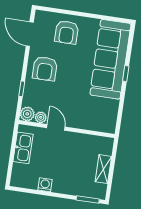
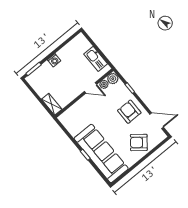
armchair: (67, 32) -> (139, 142), turned -51
shelving: (103, 169) -> (52, 104), moved
washing machine: (45, 185) -> (54, 60), moved

